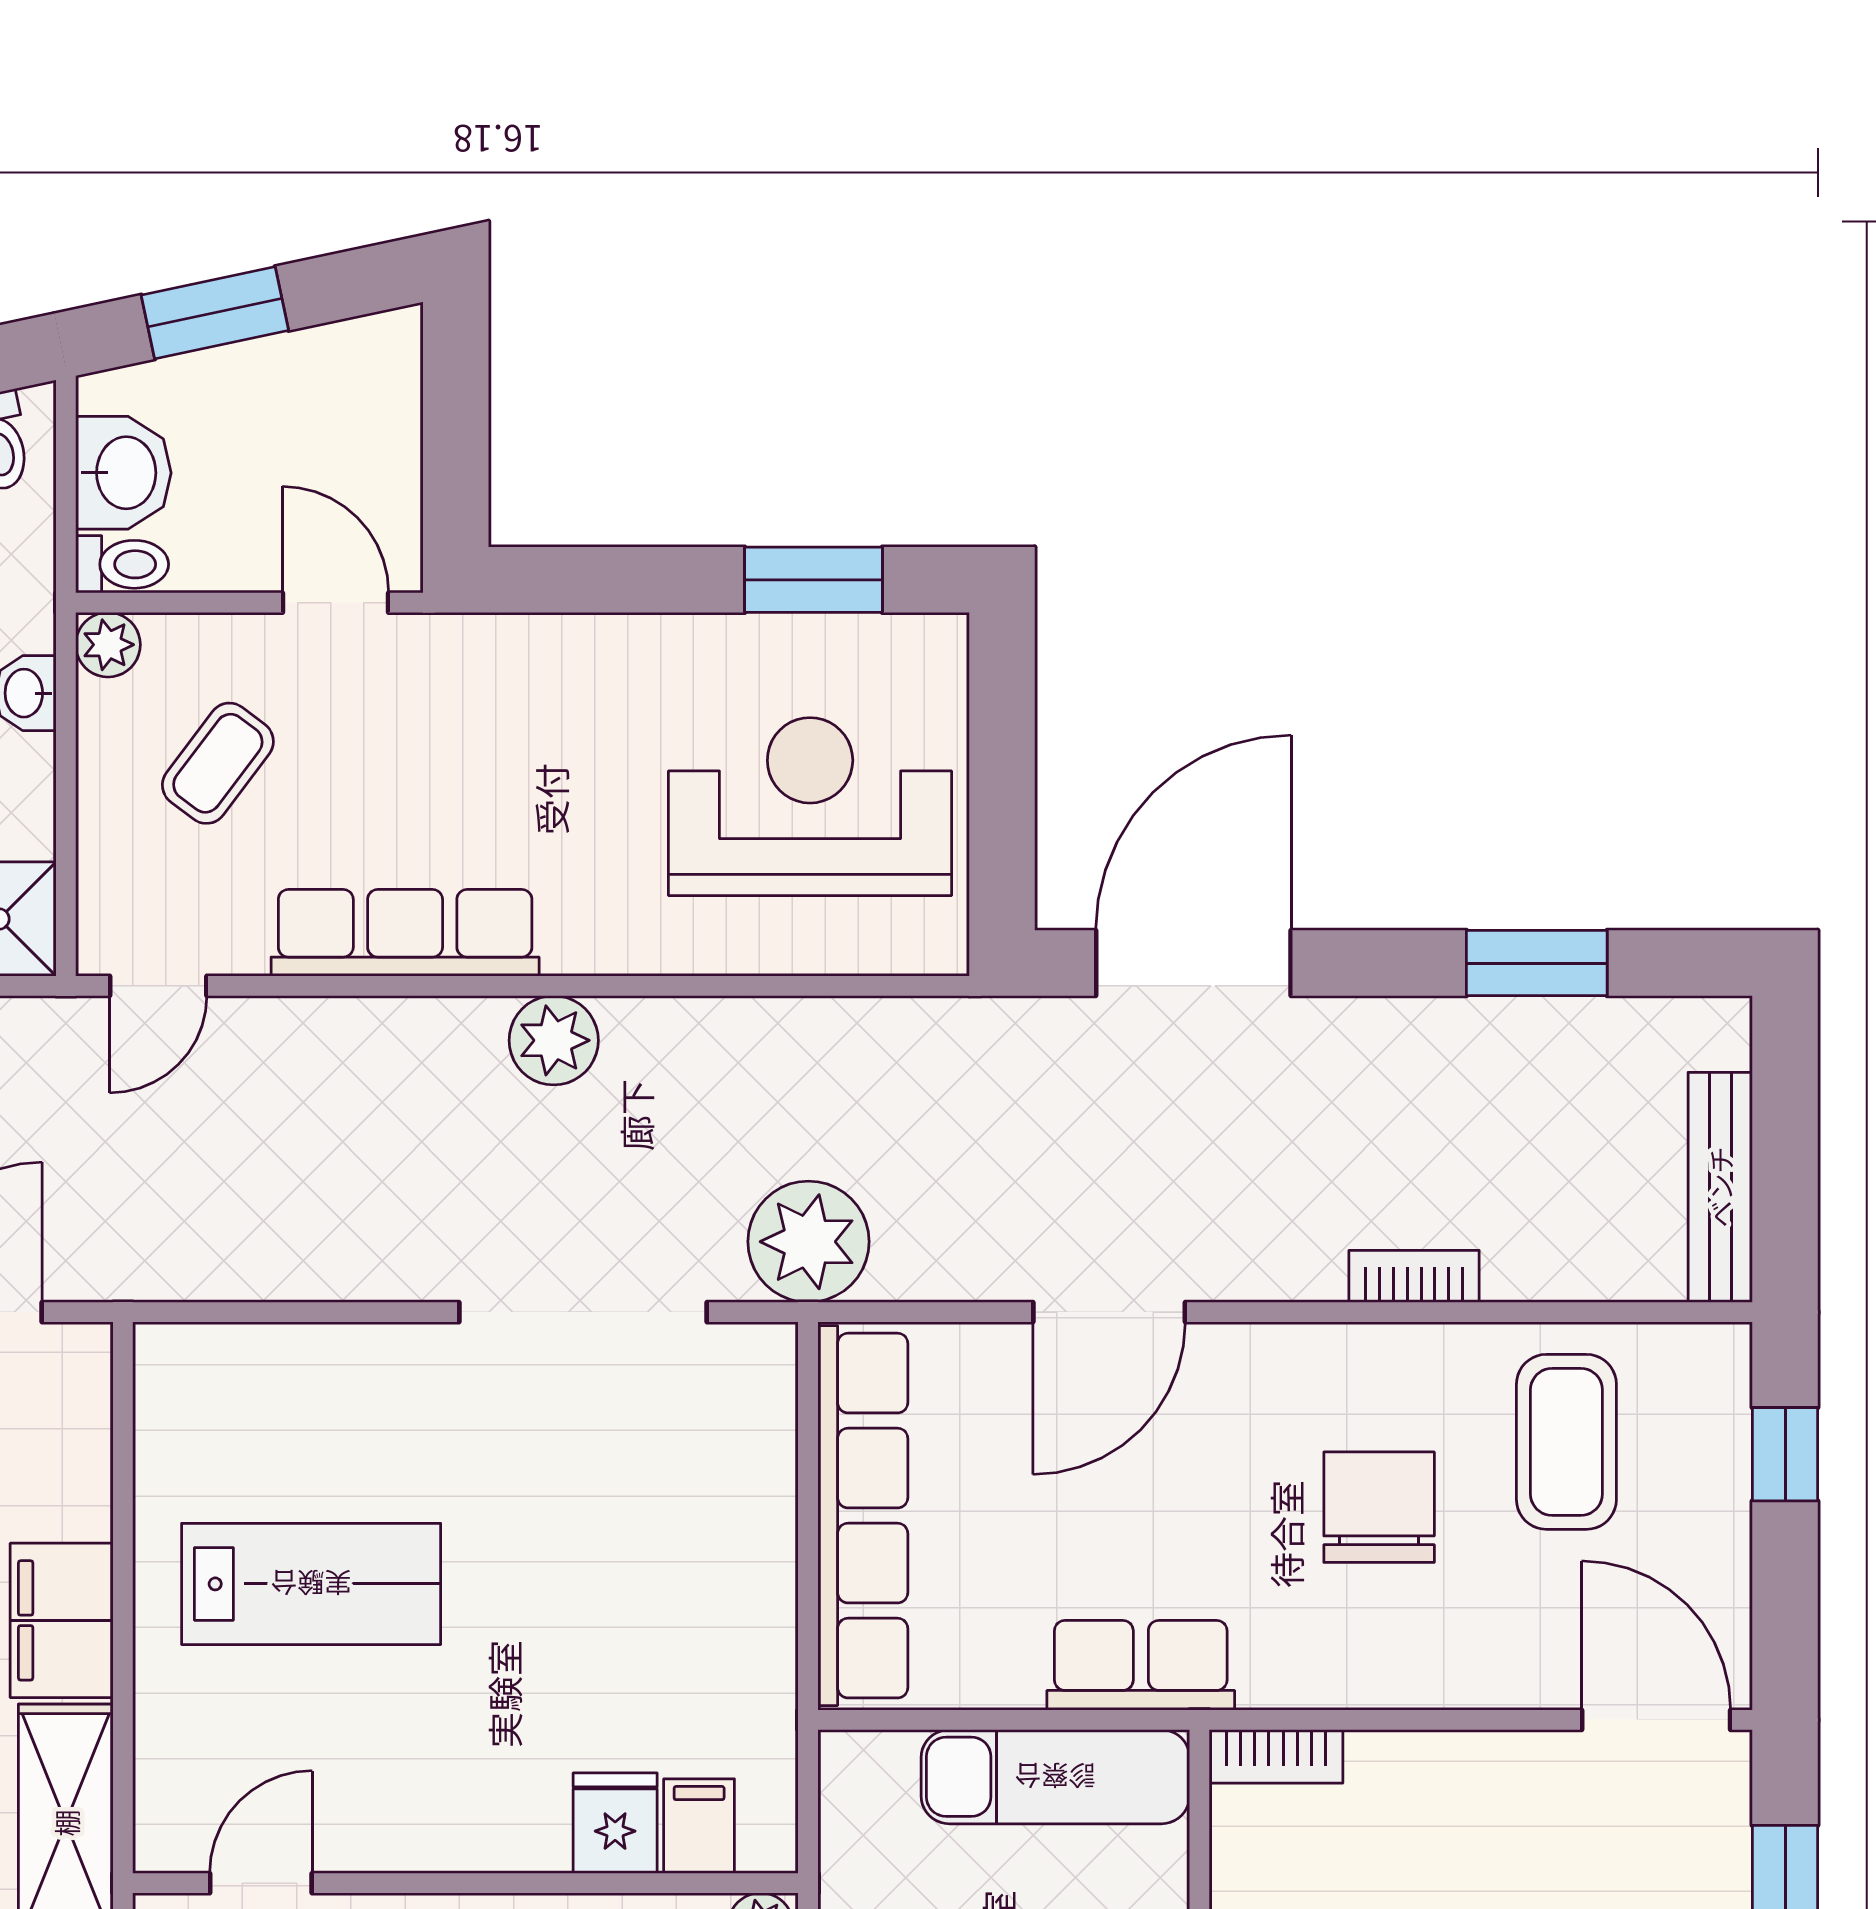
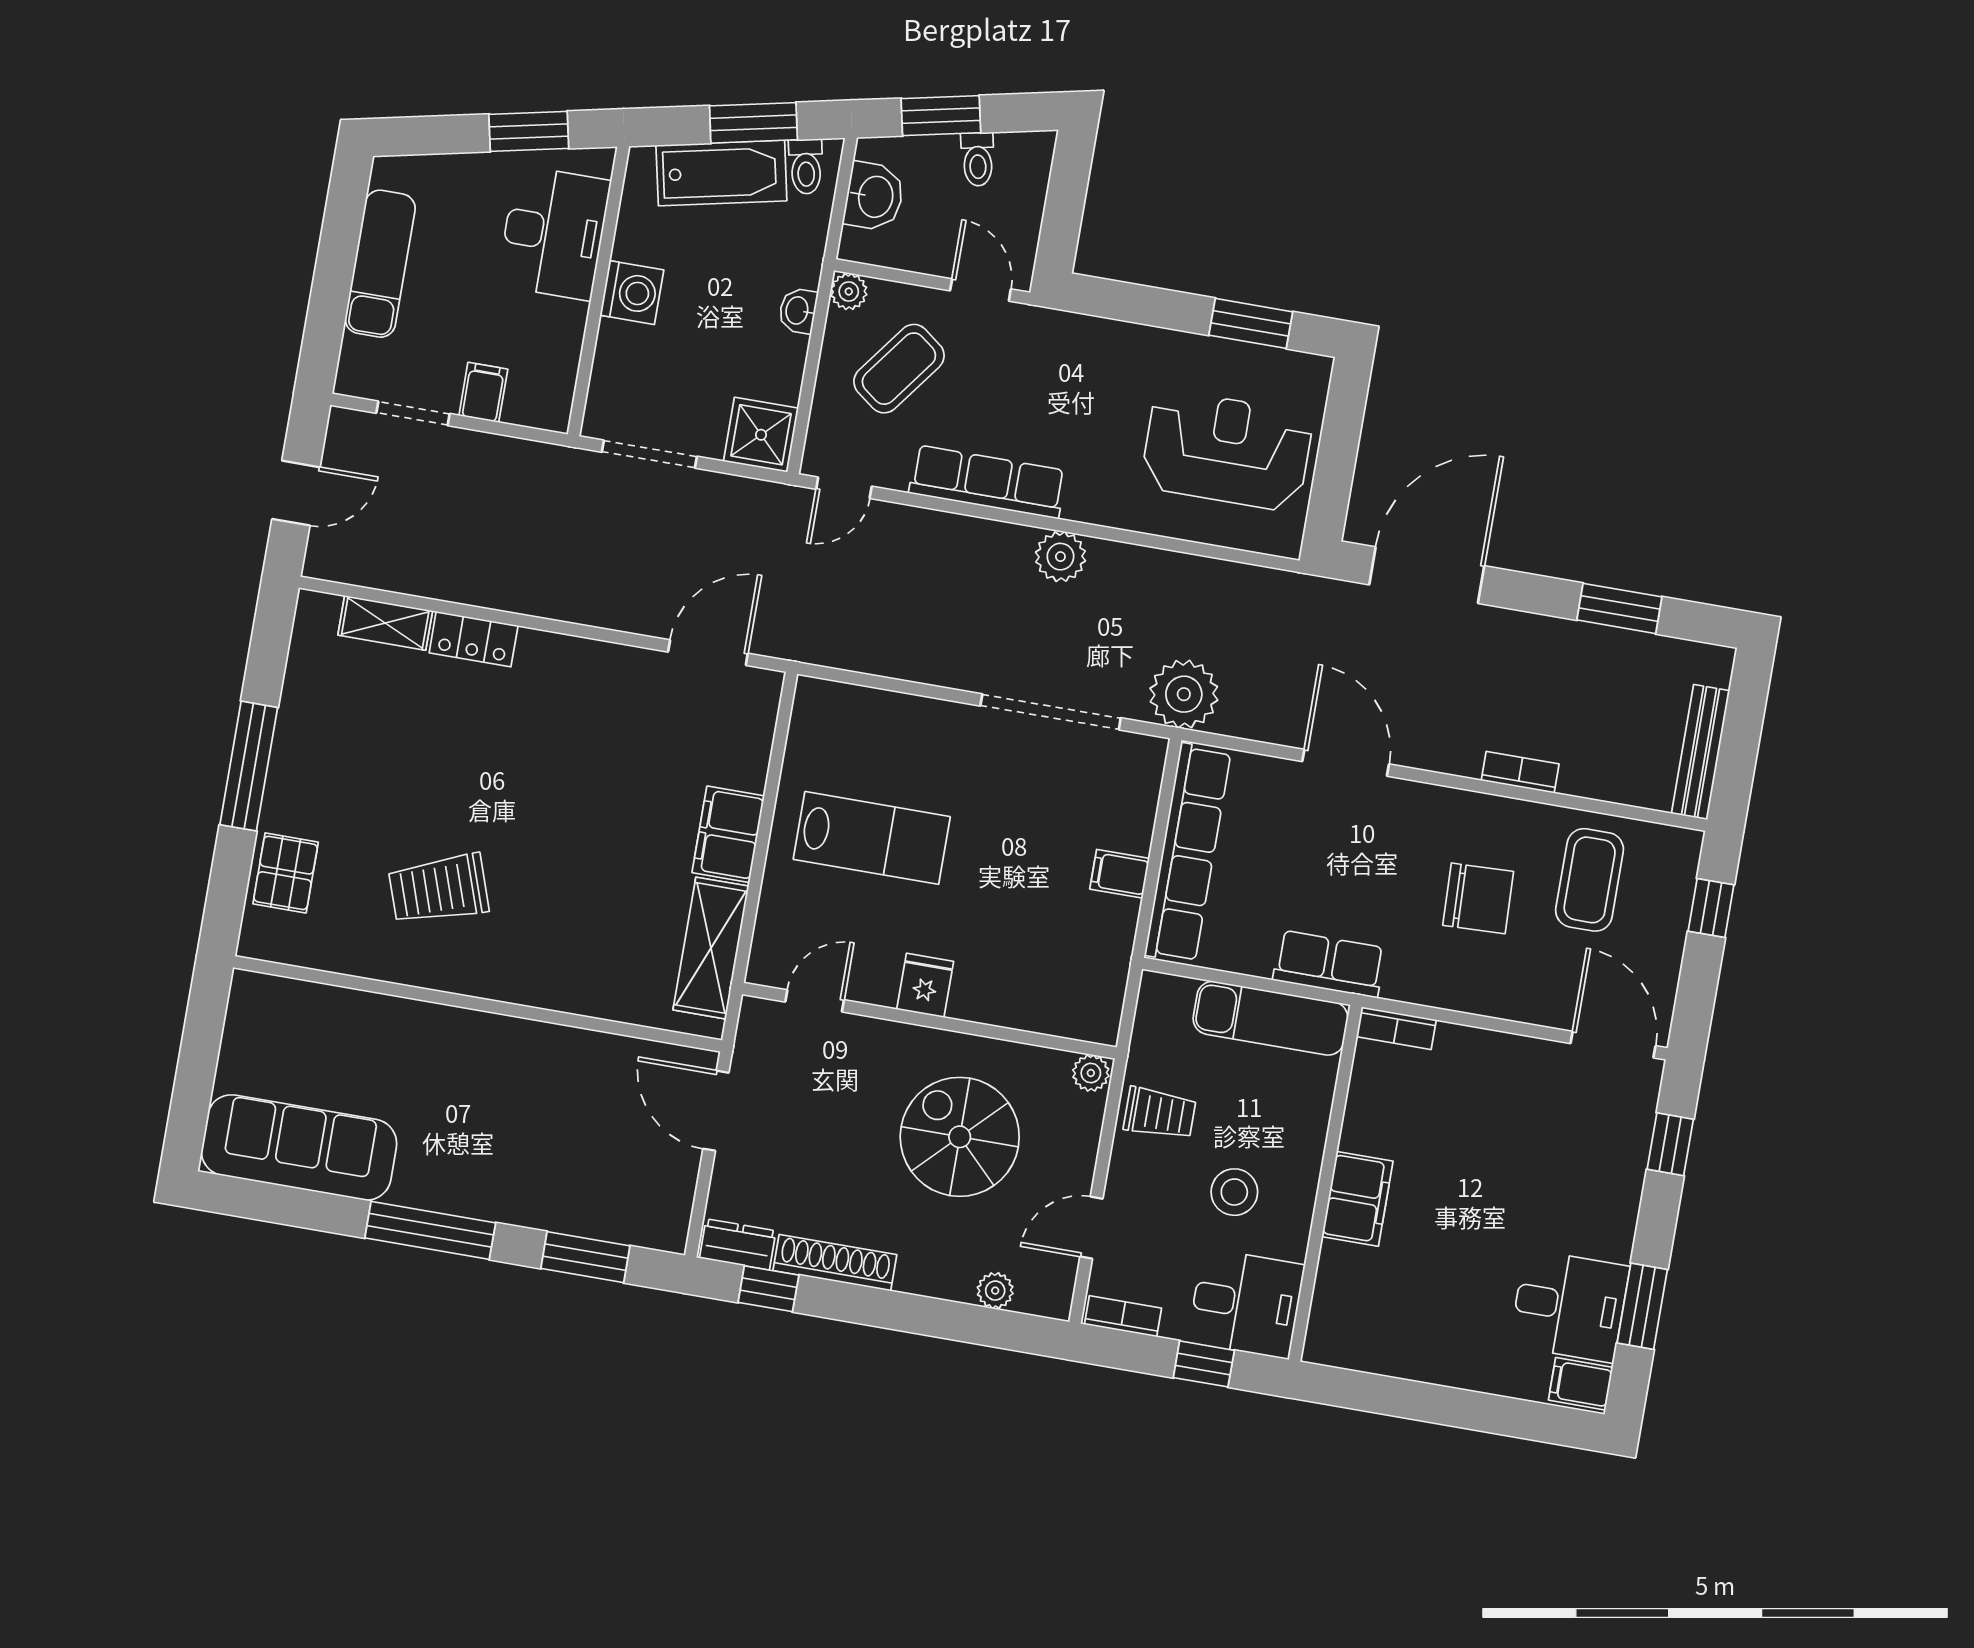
toilet: (122, 564) -> (978, 159), moved, turned 78
coffee table: (218, 763) -> (899, 369), width x1.36, depth x1.30
door: (1109, 1312) -> (1346, 763), swing flipped
chair: (1379, 1507) -> (1478, 898), turned 88
fridge: (615, 1823) -> (925, 985), moved
filing cabinet: (699, 1826) -> (1120, 874), moved, turned -90

